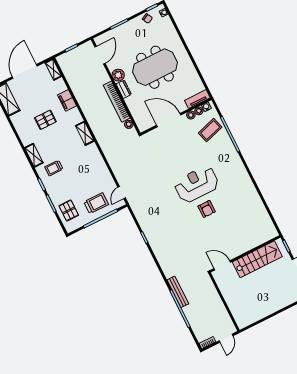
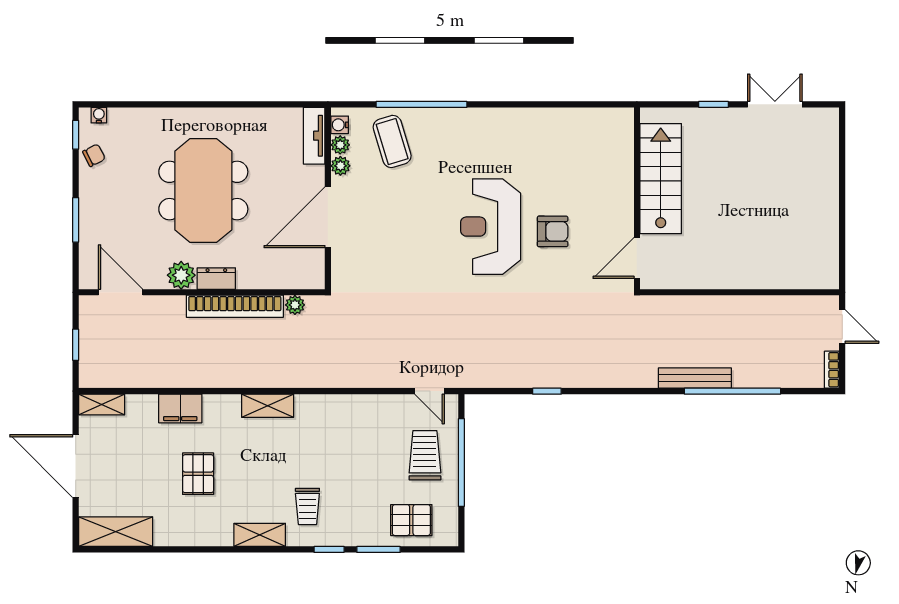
wall: (245, 254) -> (637, 198), moved
stairs: (257, 259) -> (661, 179), moved
door: (222, 265) -> (637, 258), moved

